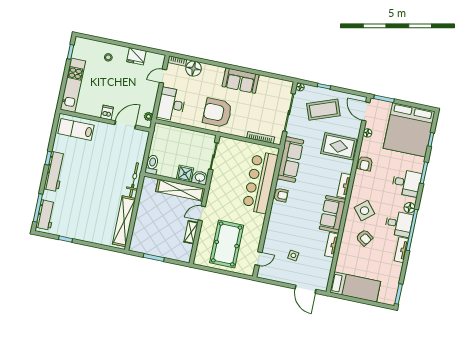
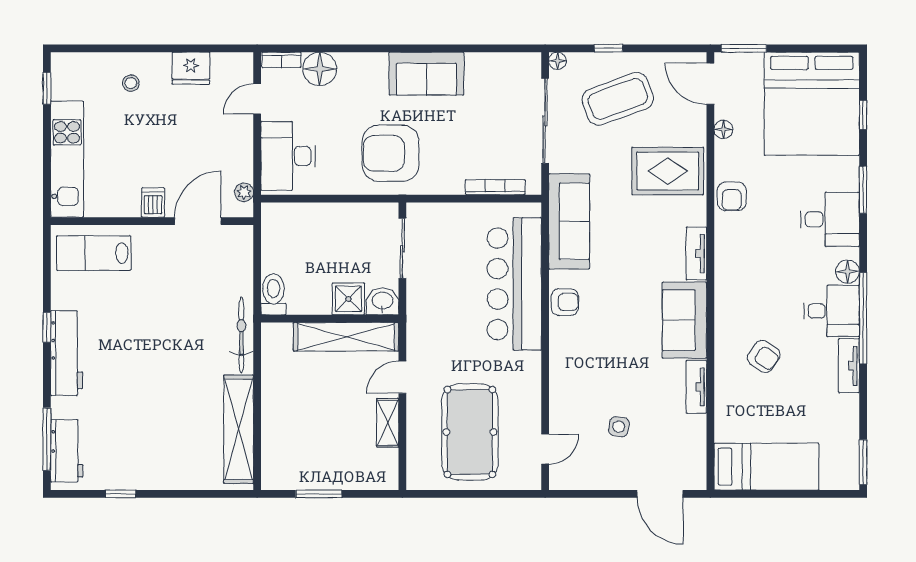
side table: (365, 211) -> (752, 298), removed

